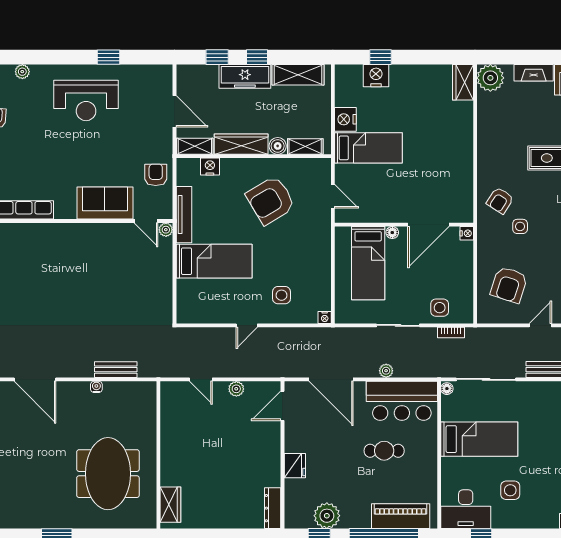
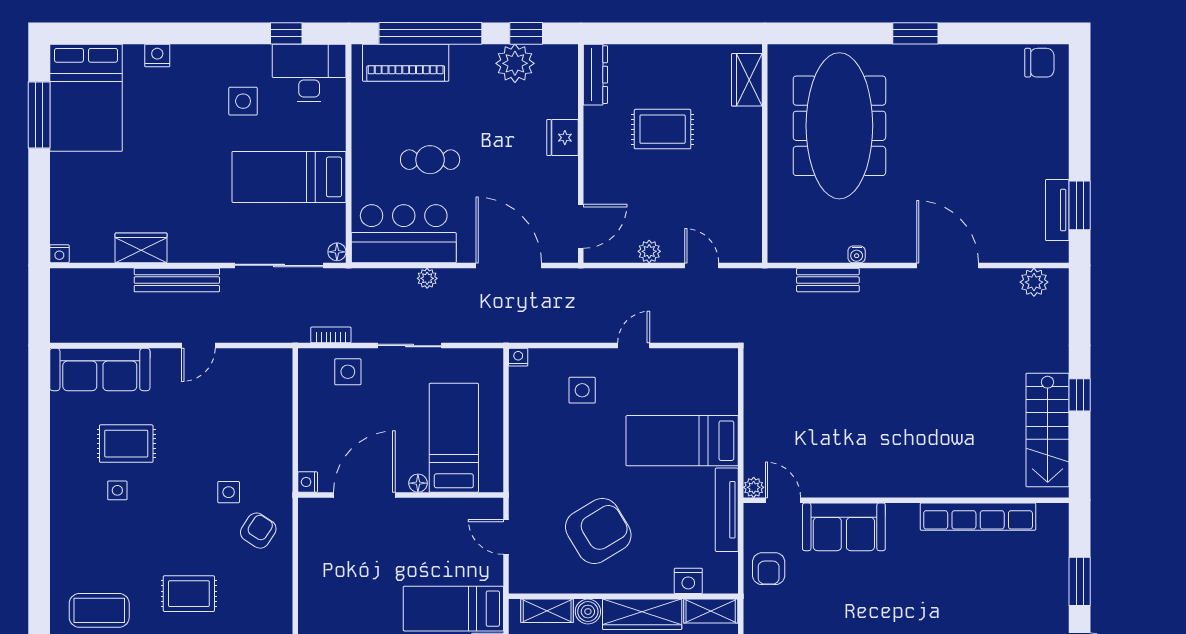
armchair: (509, 285) -> (245, 406), removed
rug: (227, 471) -> (663, 129), added
meeting table: (108, 474) -> (839, 126), width x1.36

